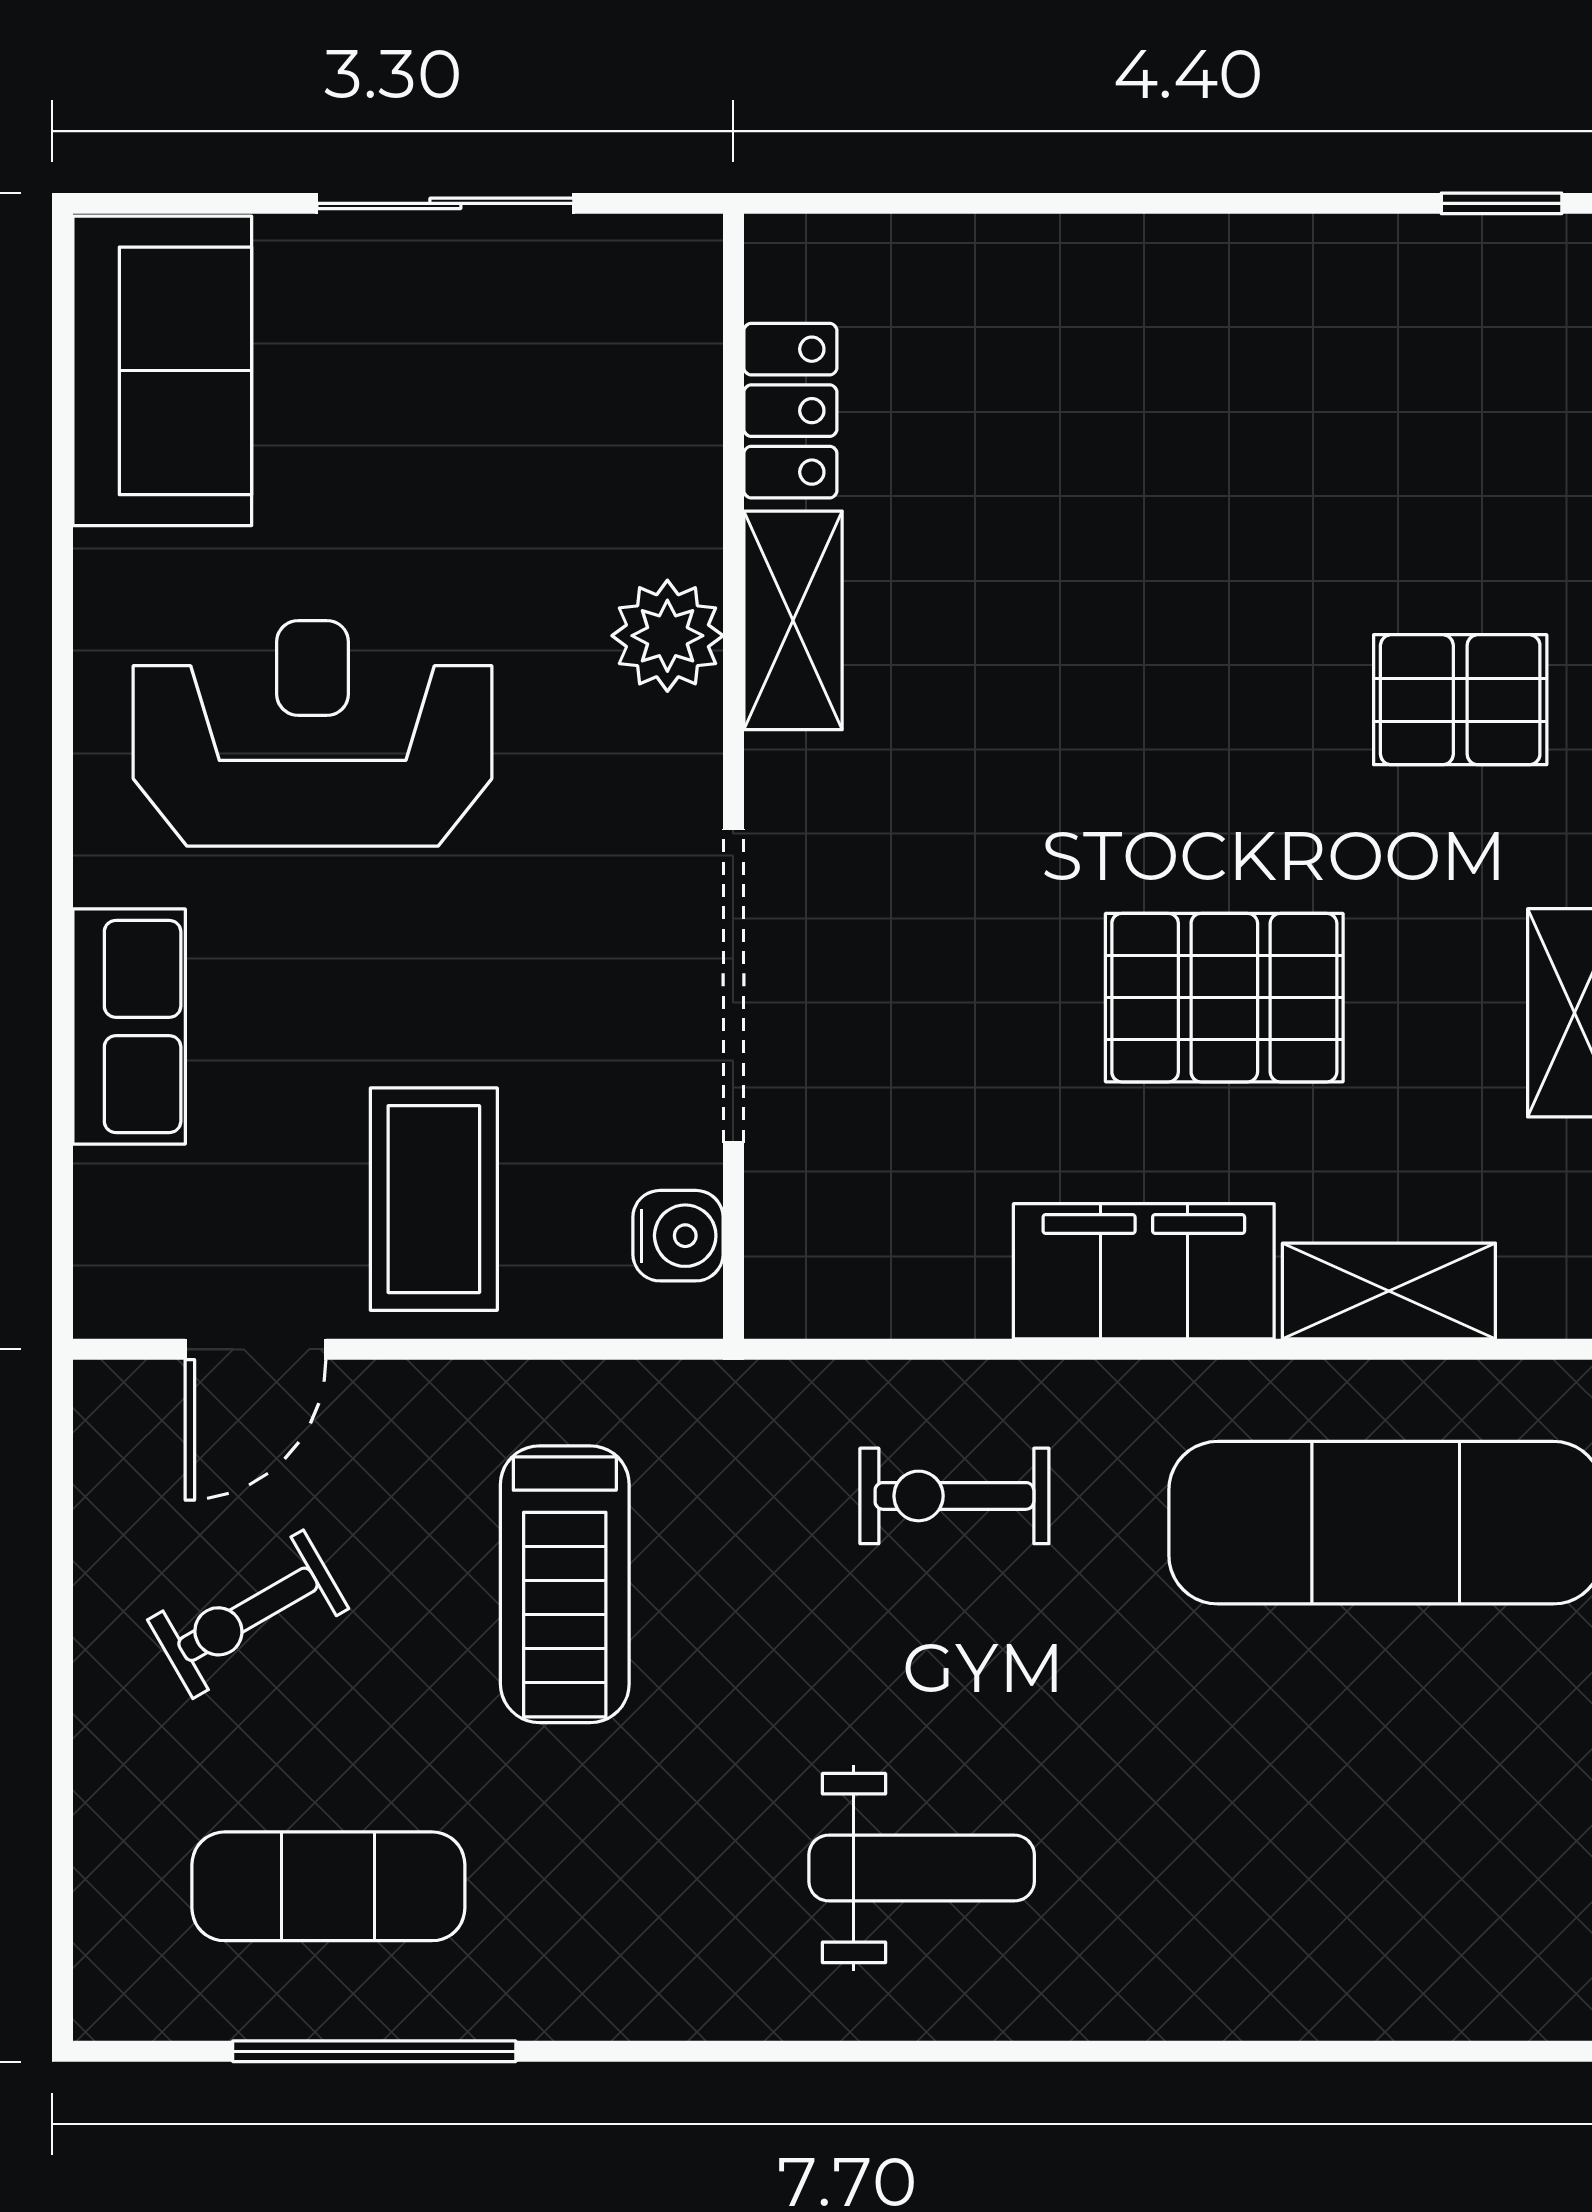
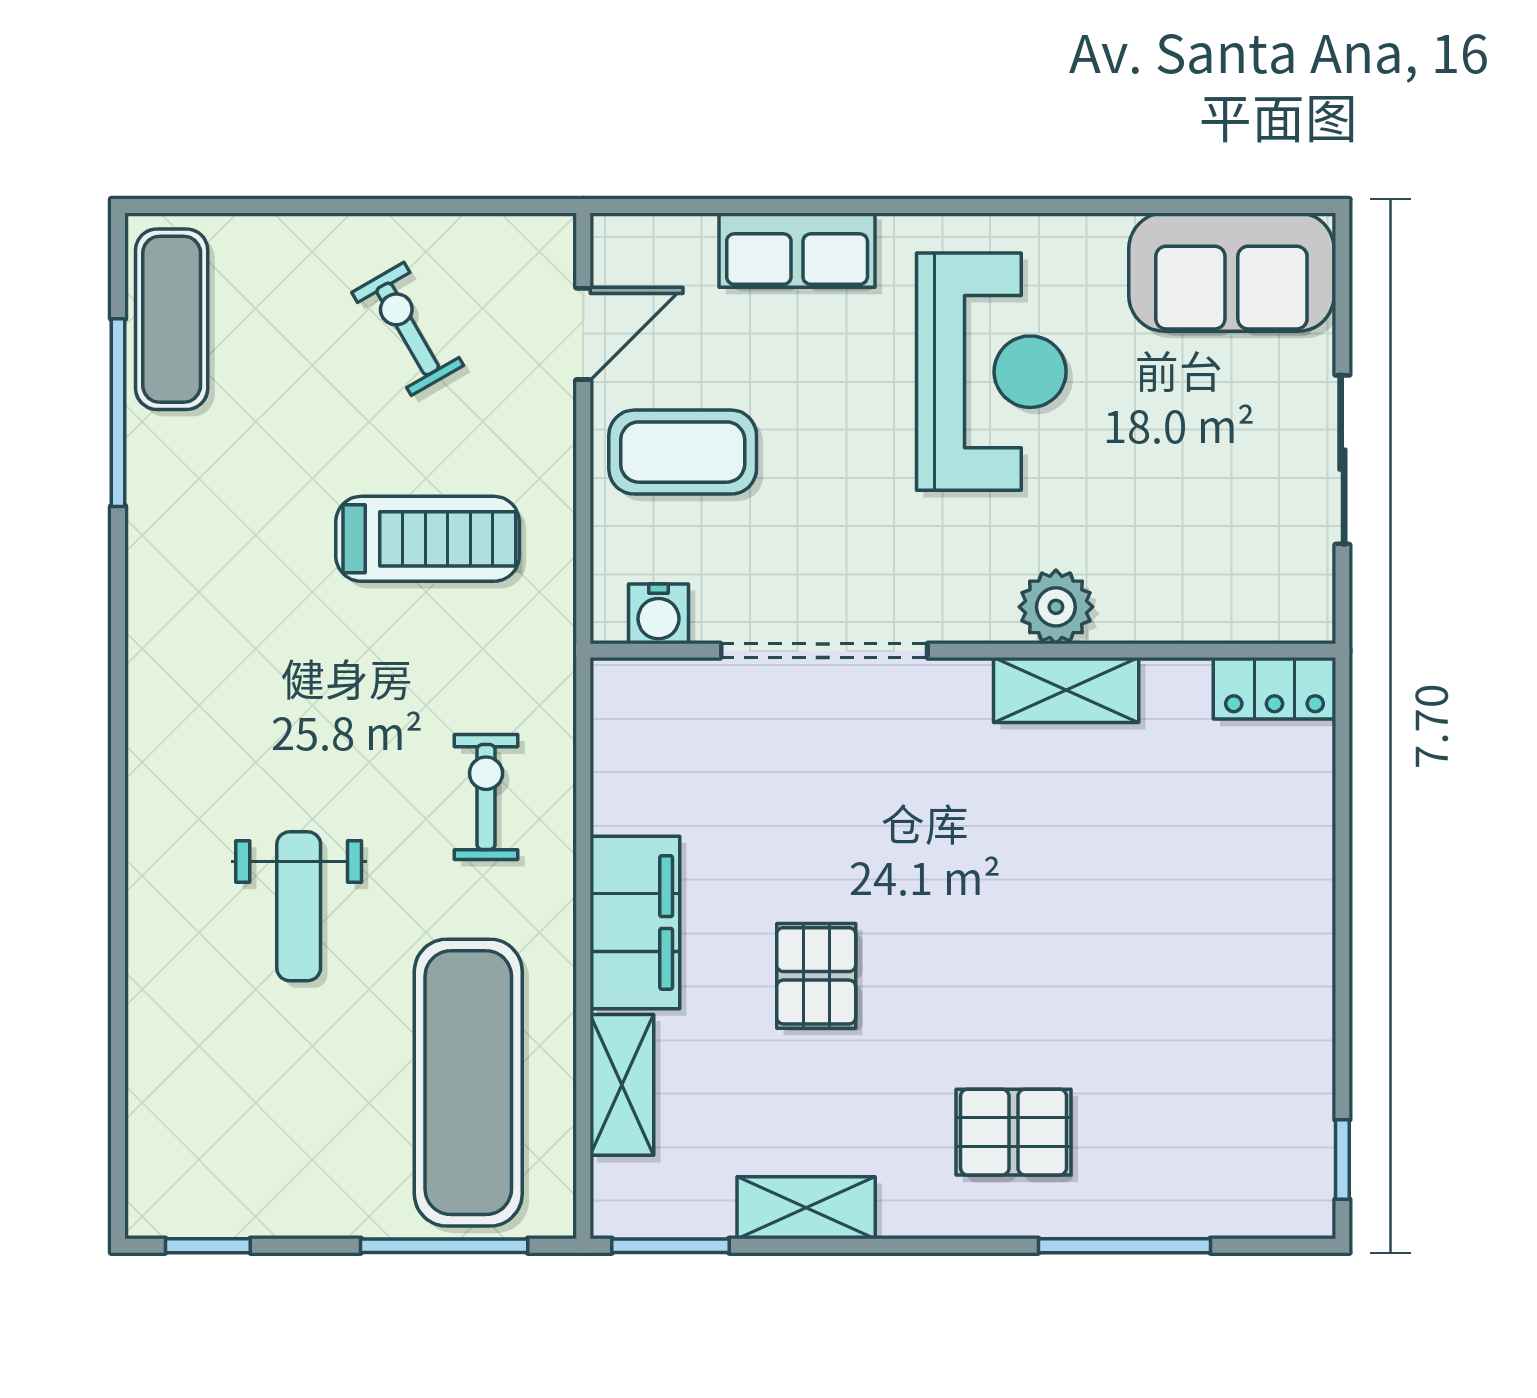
locker: (790, 411) -> (1274, 688), moved
pallet: (1460, 700) -> (1014, 1132), turned 90
pallet: (1224, 998) -> (816, 976), width x0.67, depth x0.71
door: (255, 1349) -> (583, 334), swing flipped
treadmill: (565, 1584) -> (428, 539), turned 180
weight bench: (922, 1868) -> (299, 906), moved
exercise mat: (328, 1886) -> (172, 319), moved

